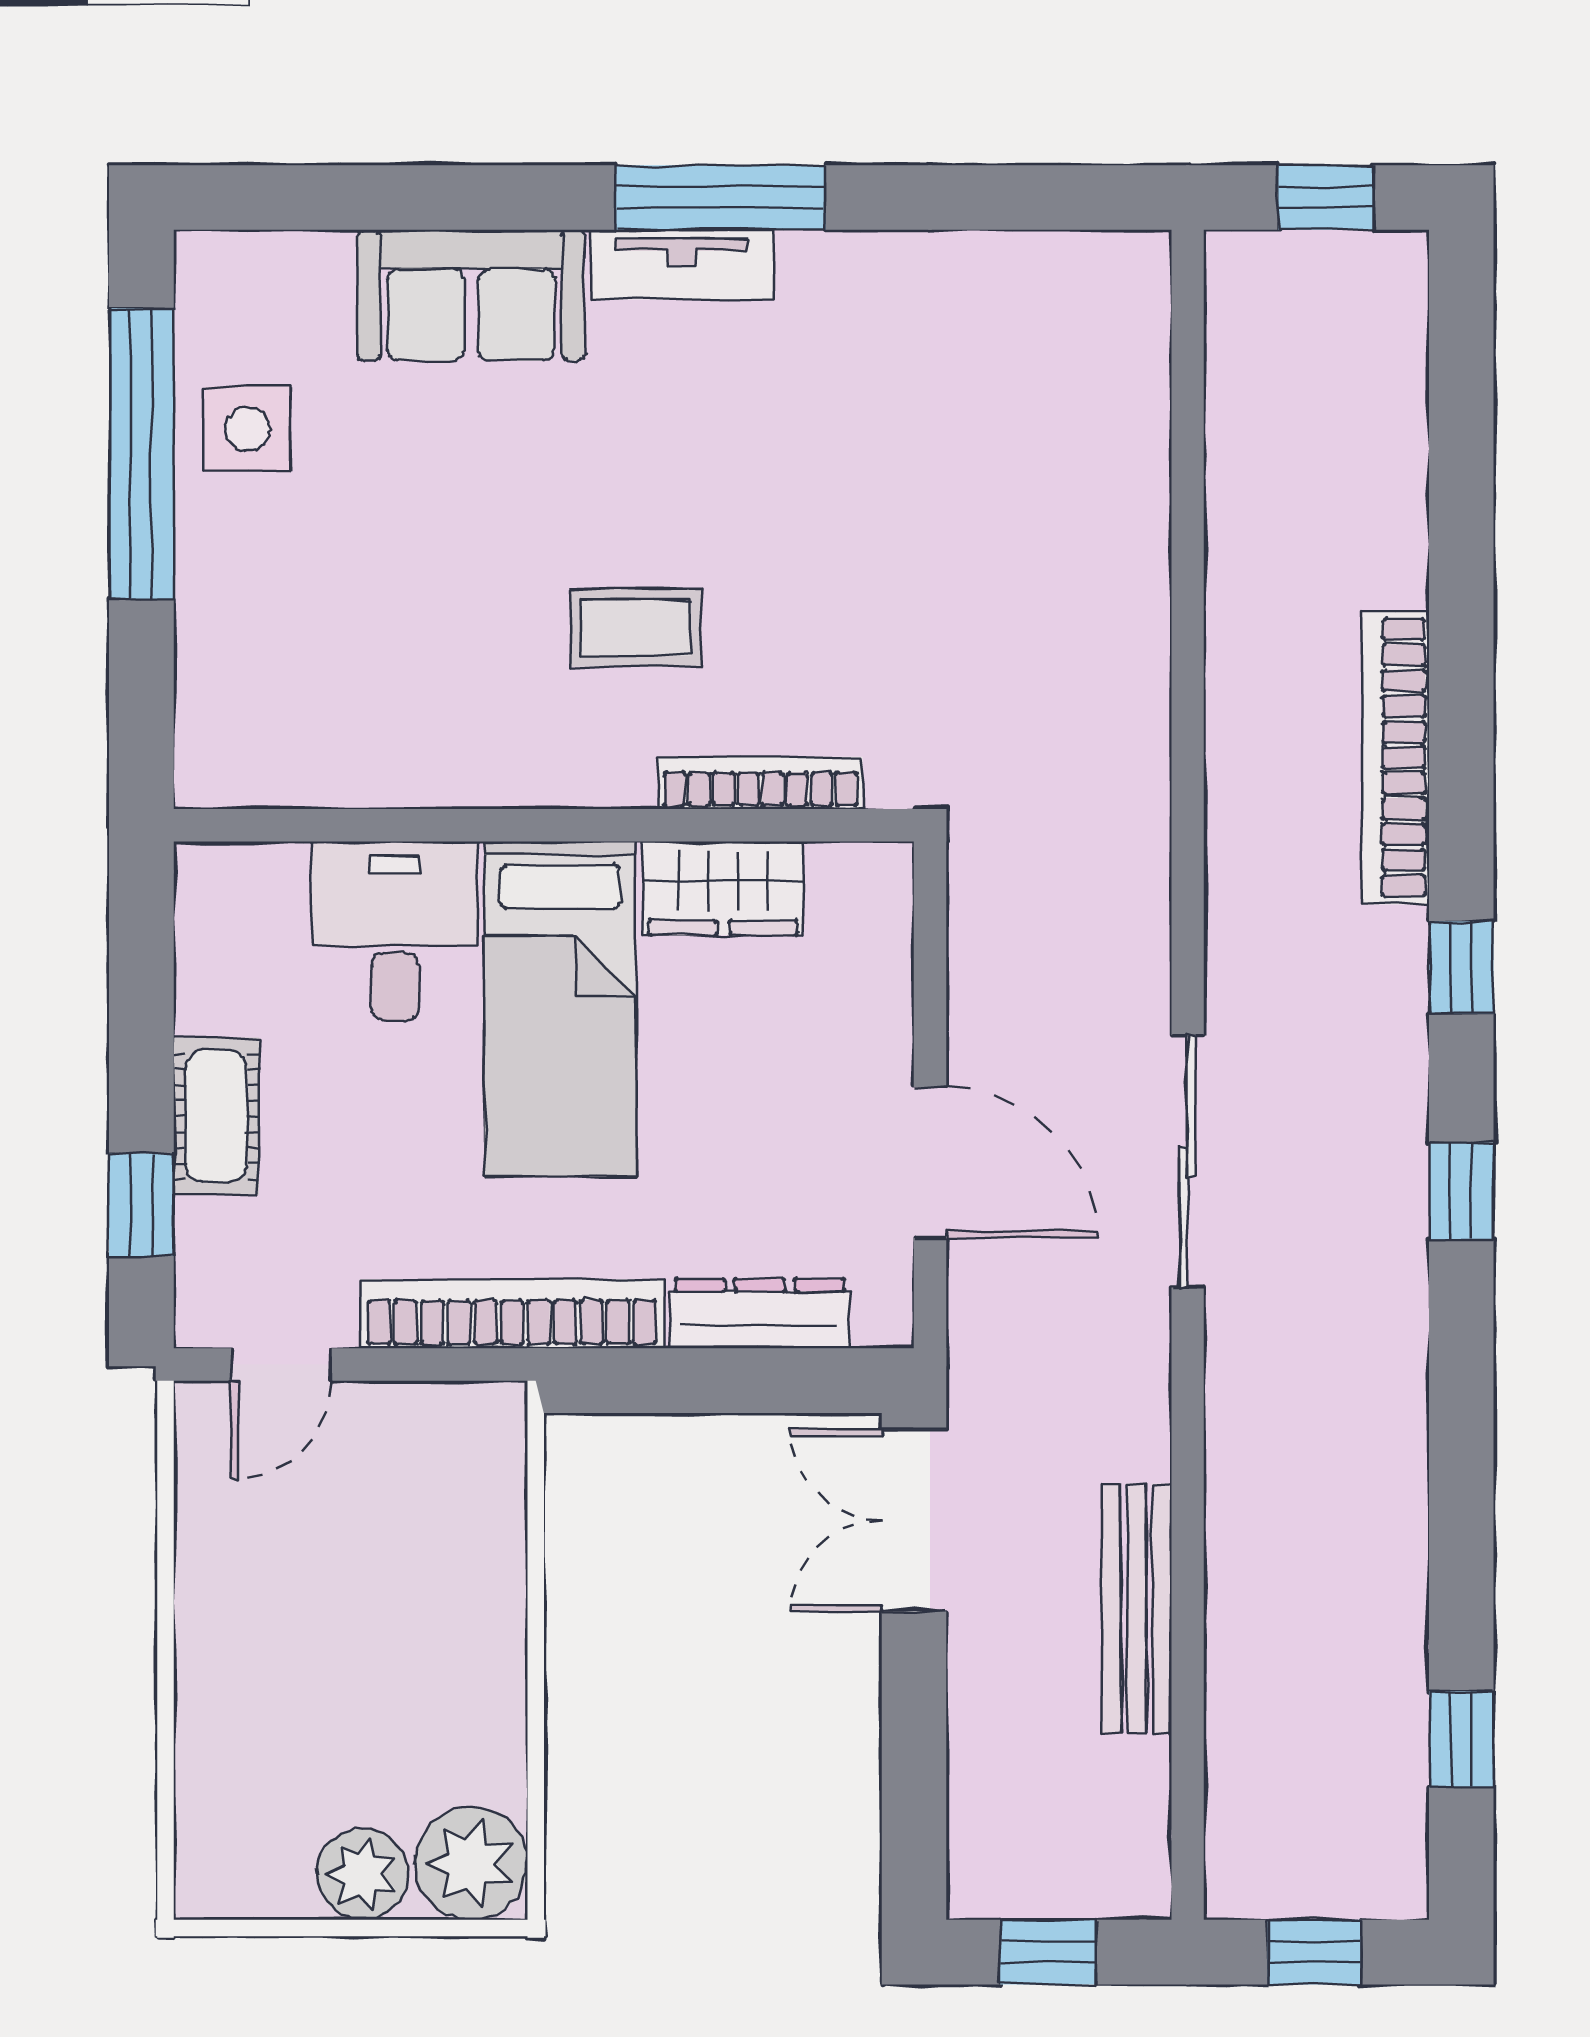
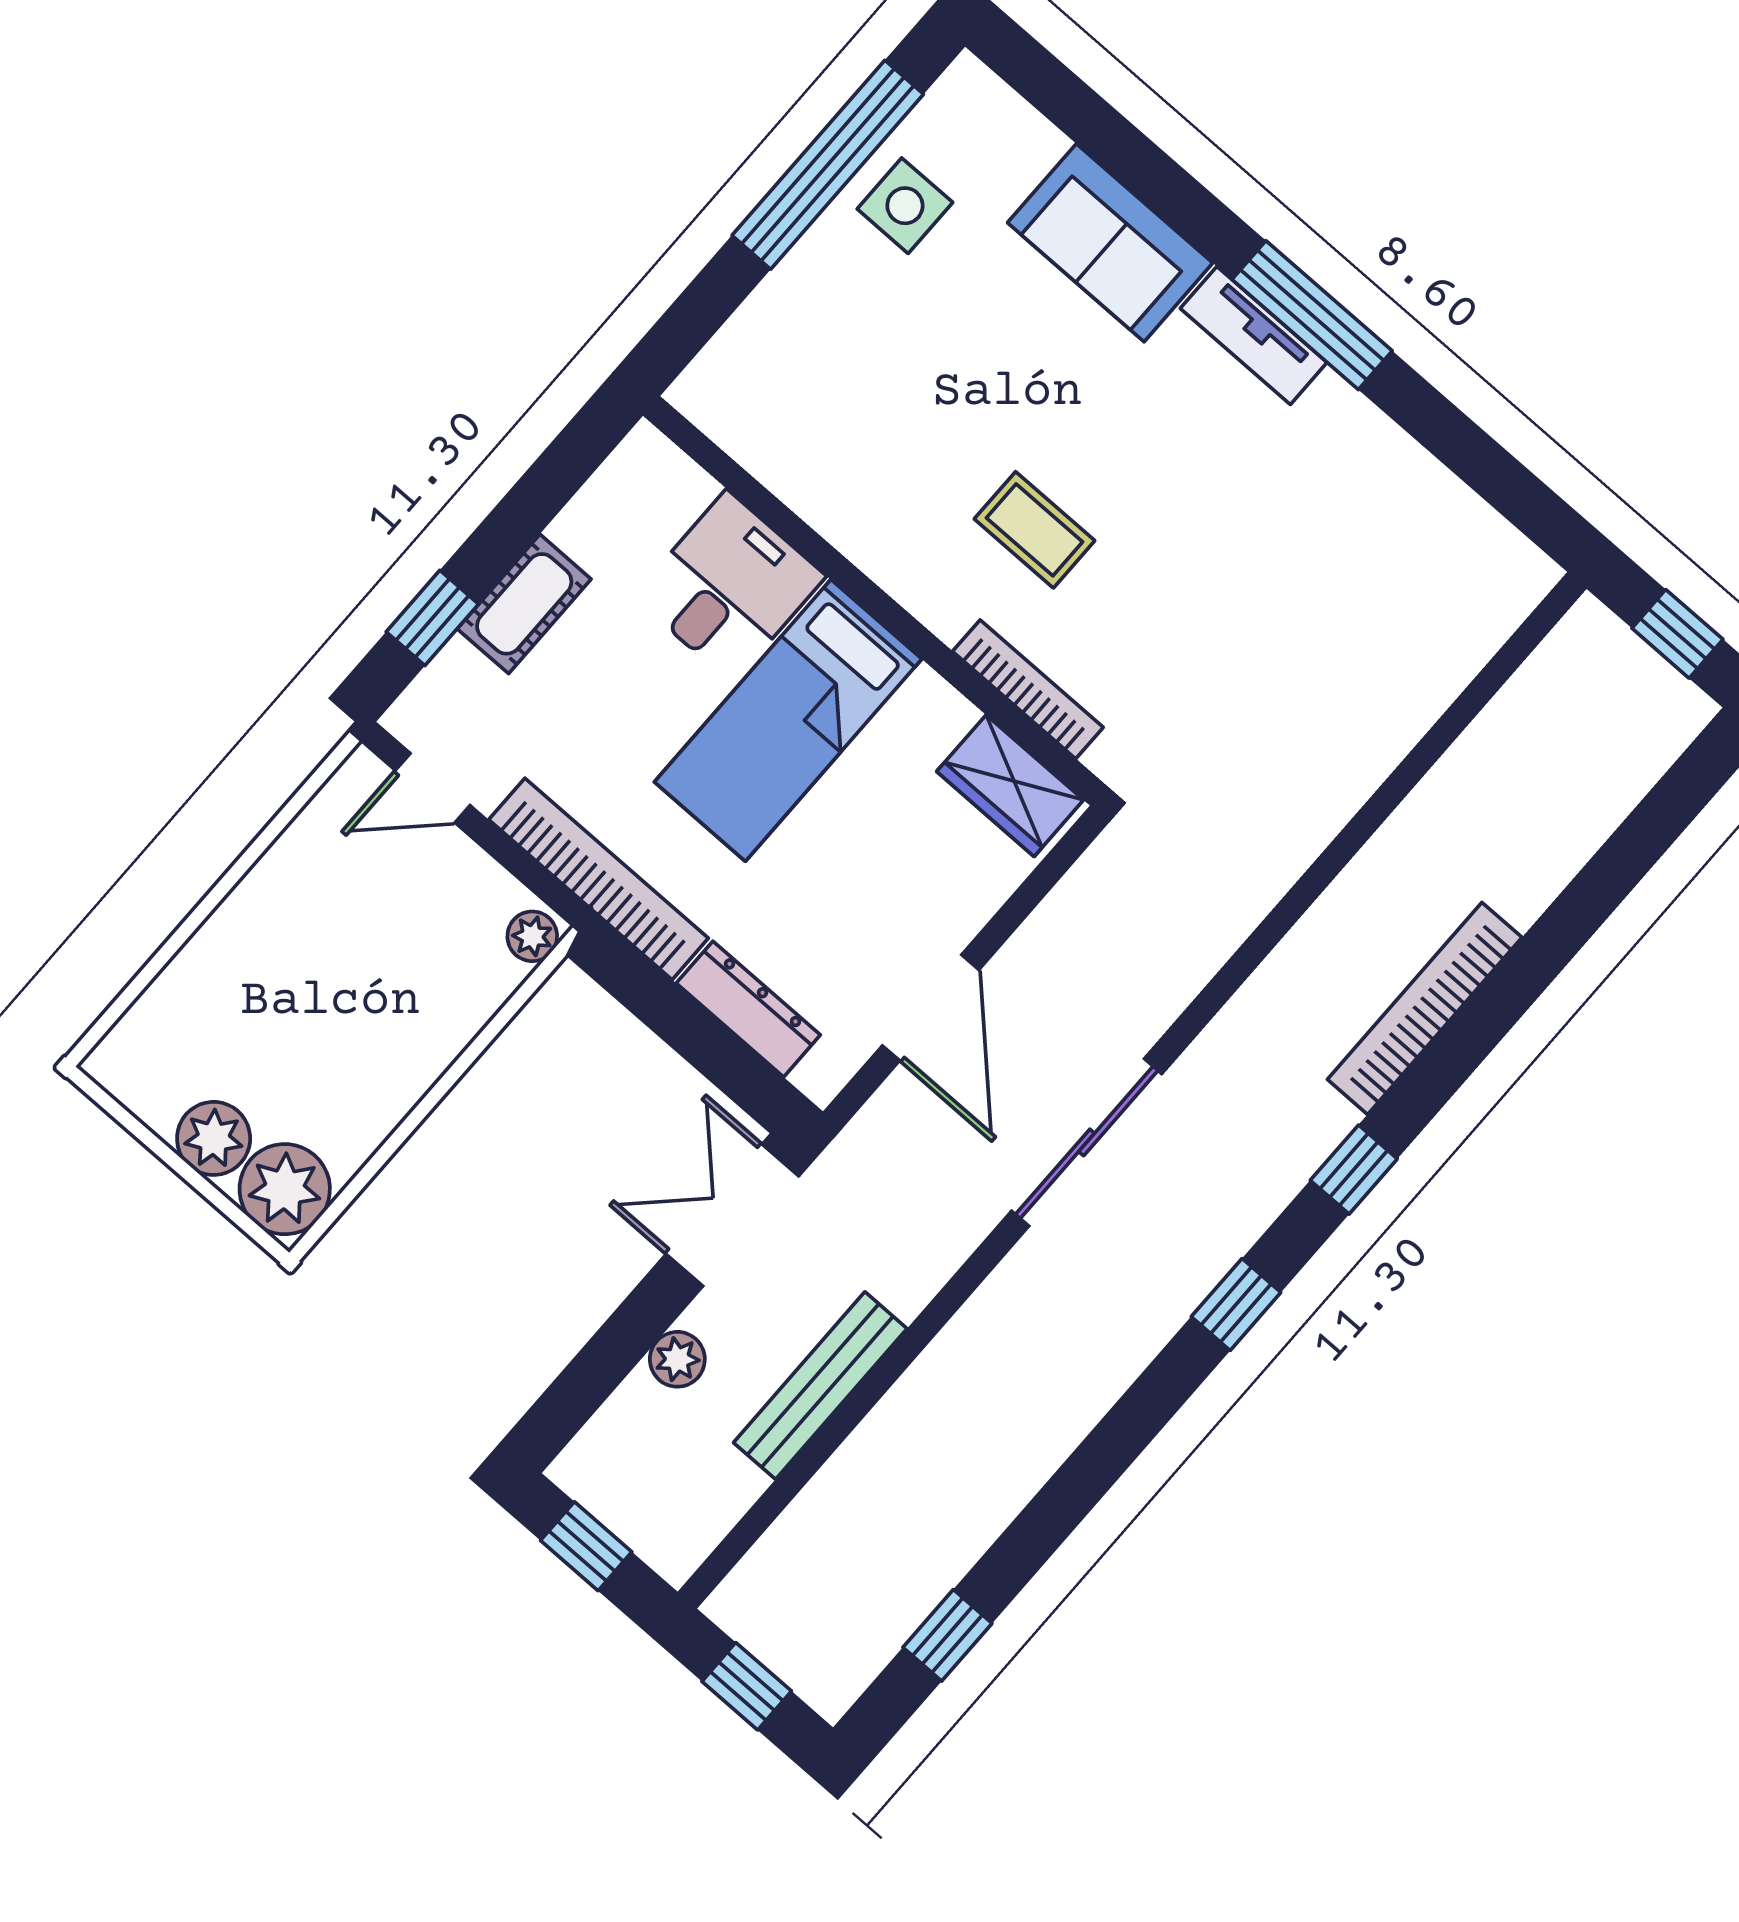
wardrobe: (723, 888) -> (1010, 786), moved
plant: (497, 1422) -> (532, 936), added
plant: (980, 1701) -> (677, 1359), added

